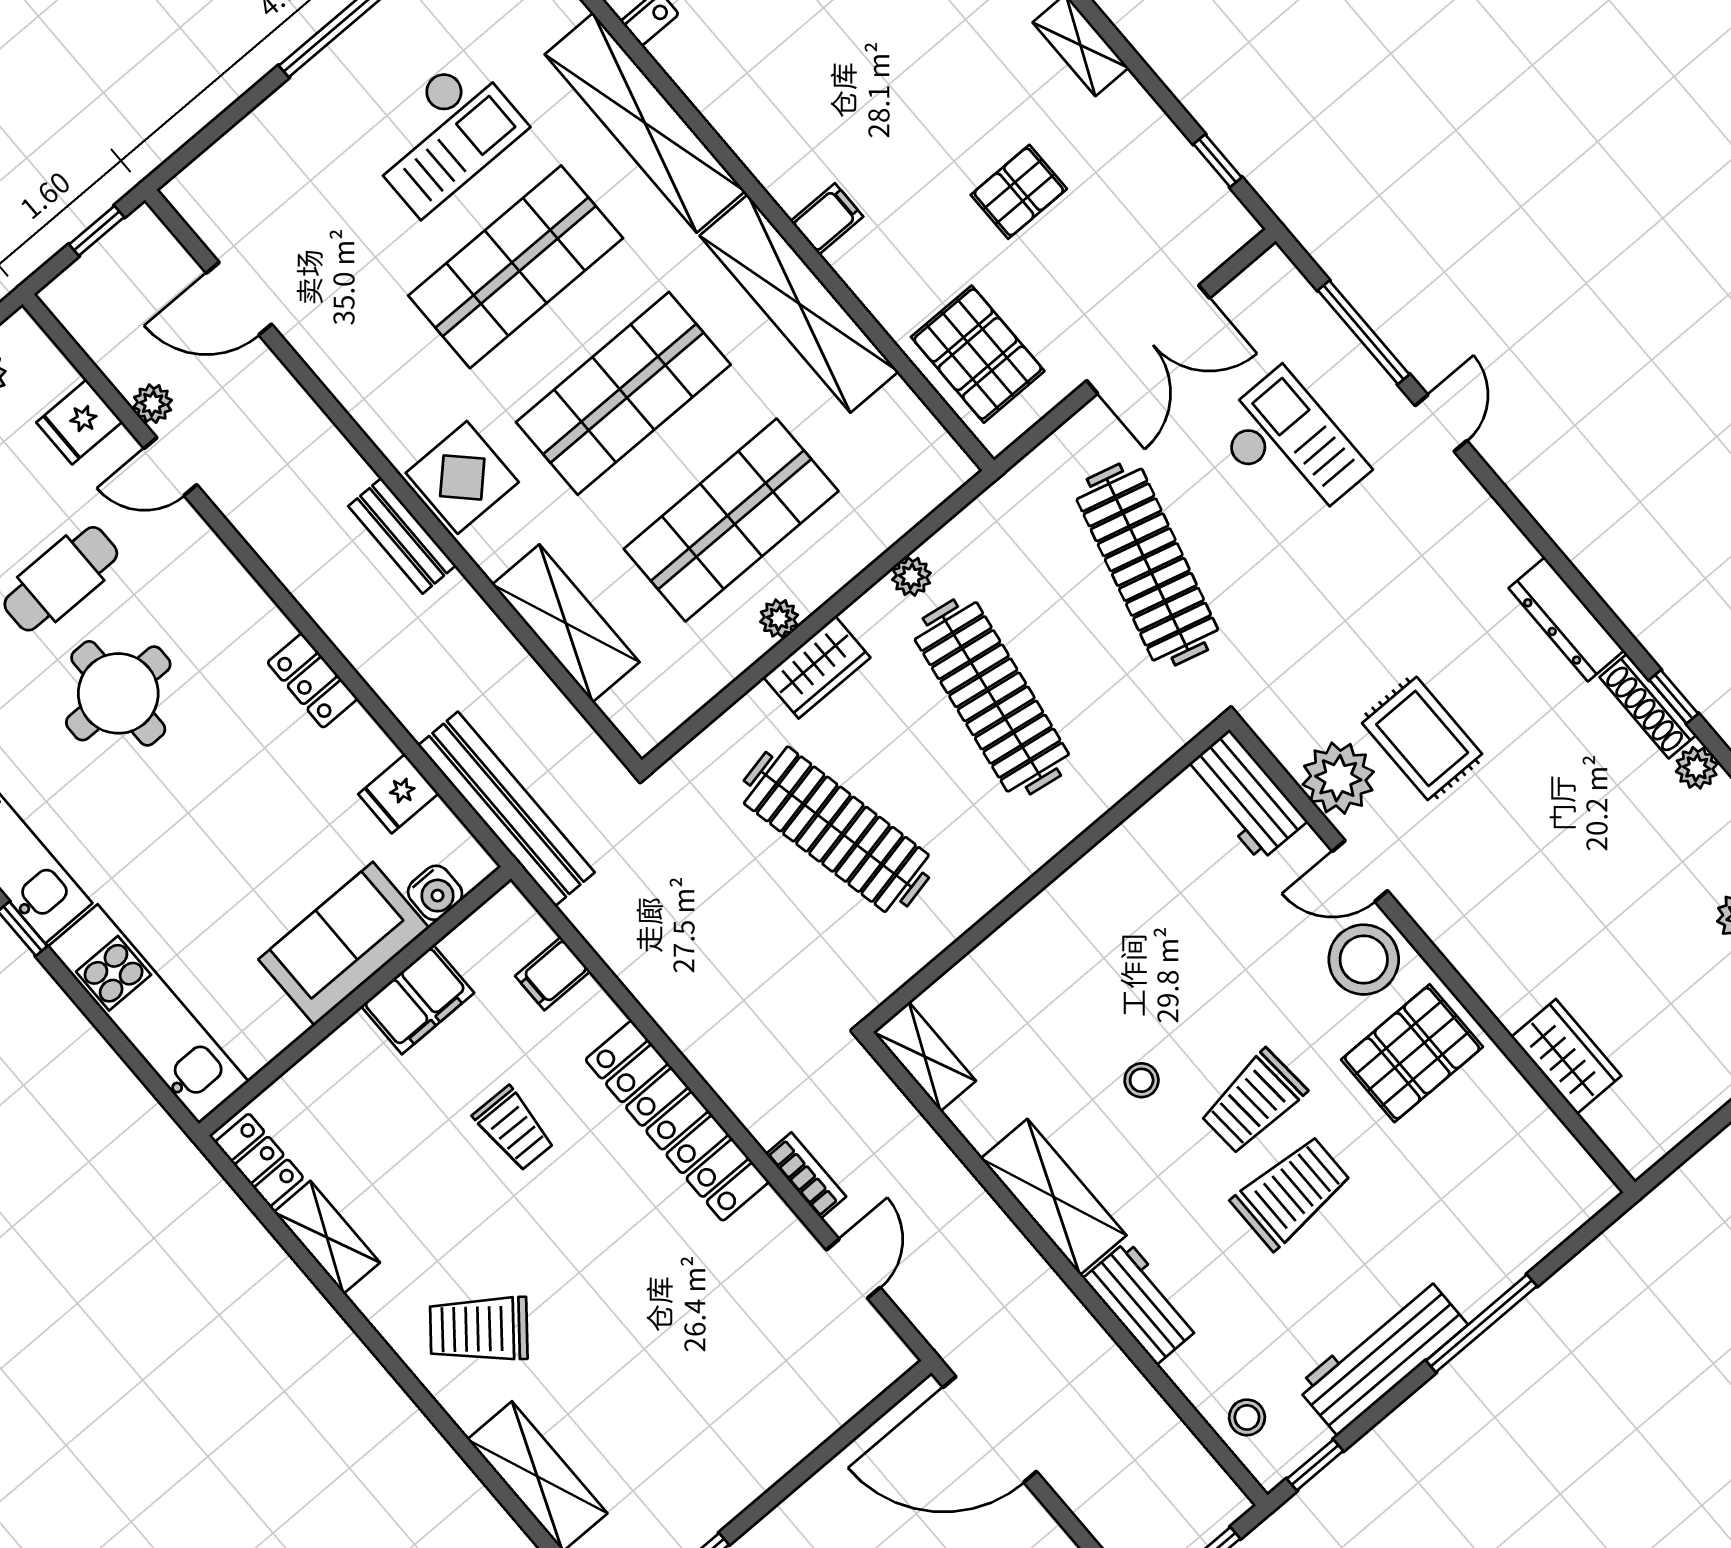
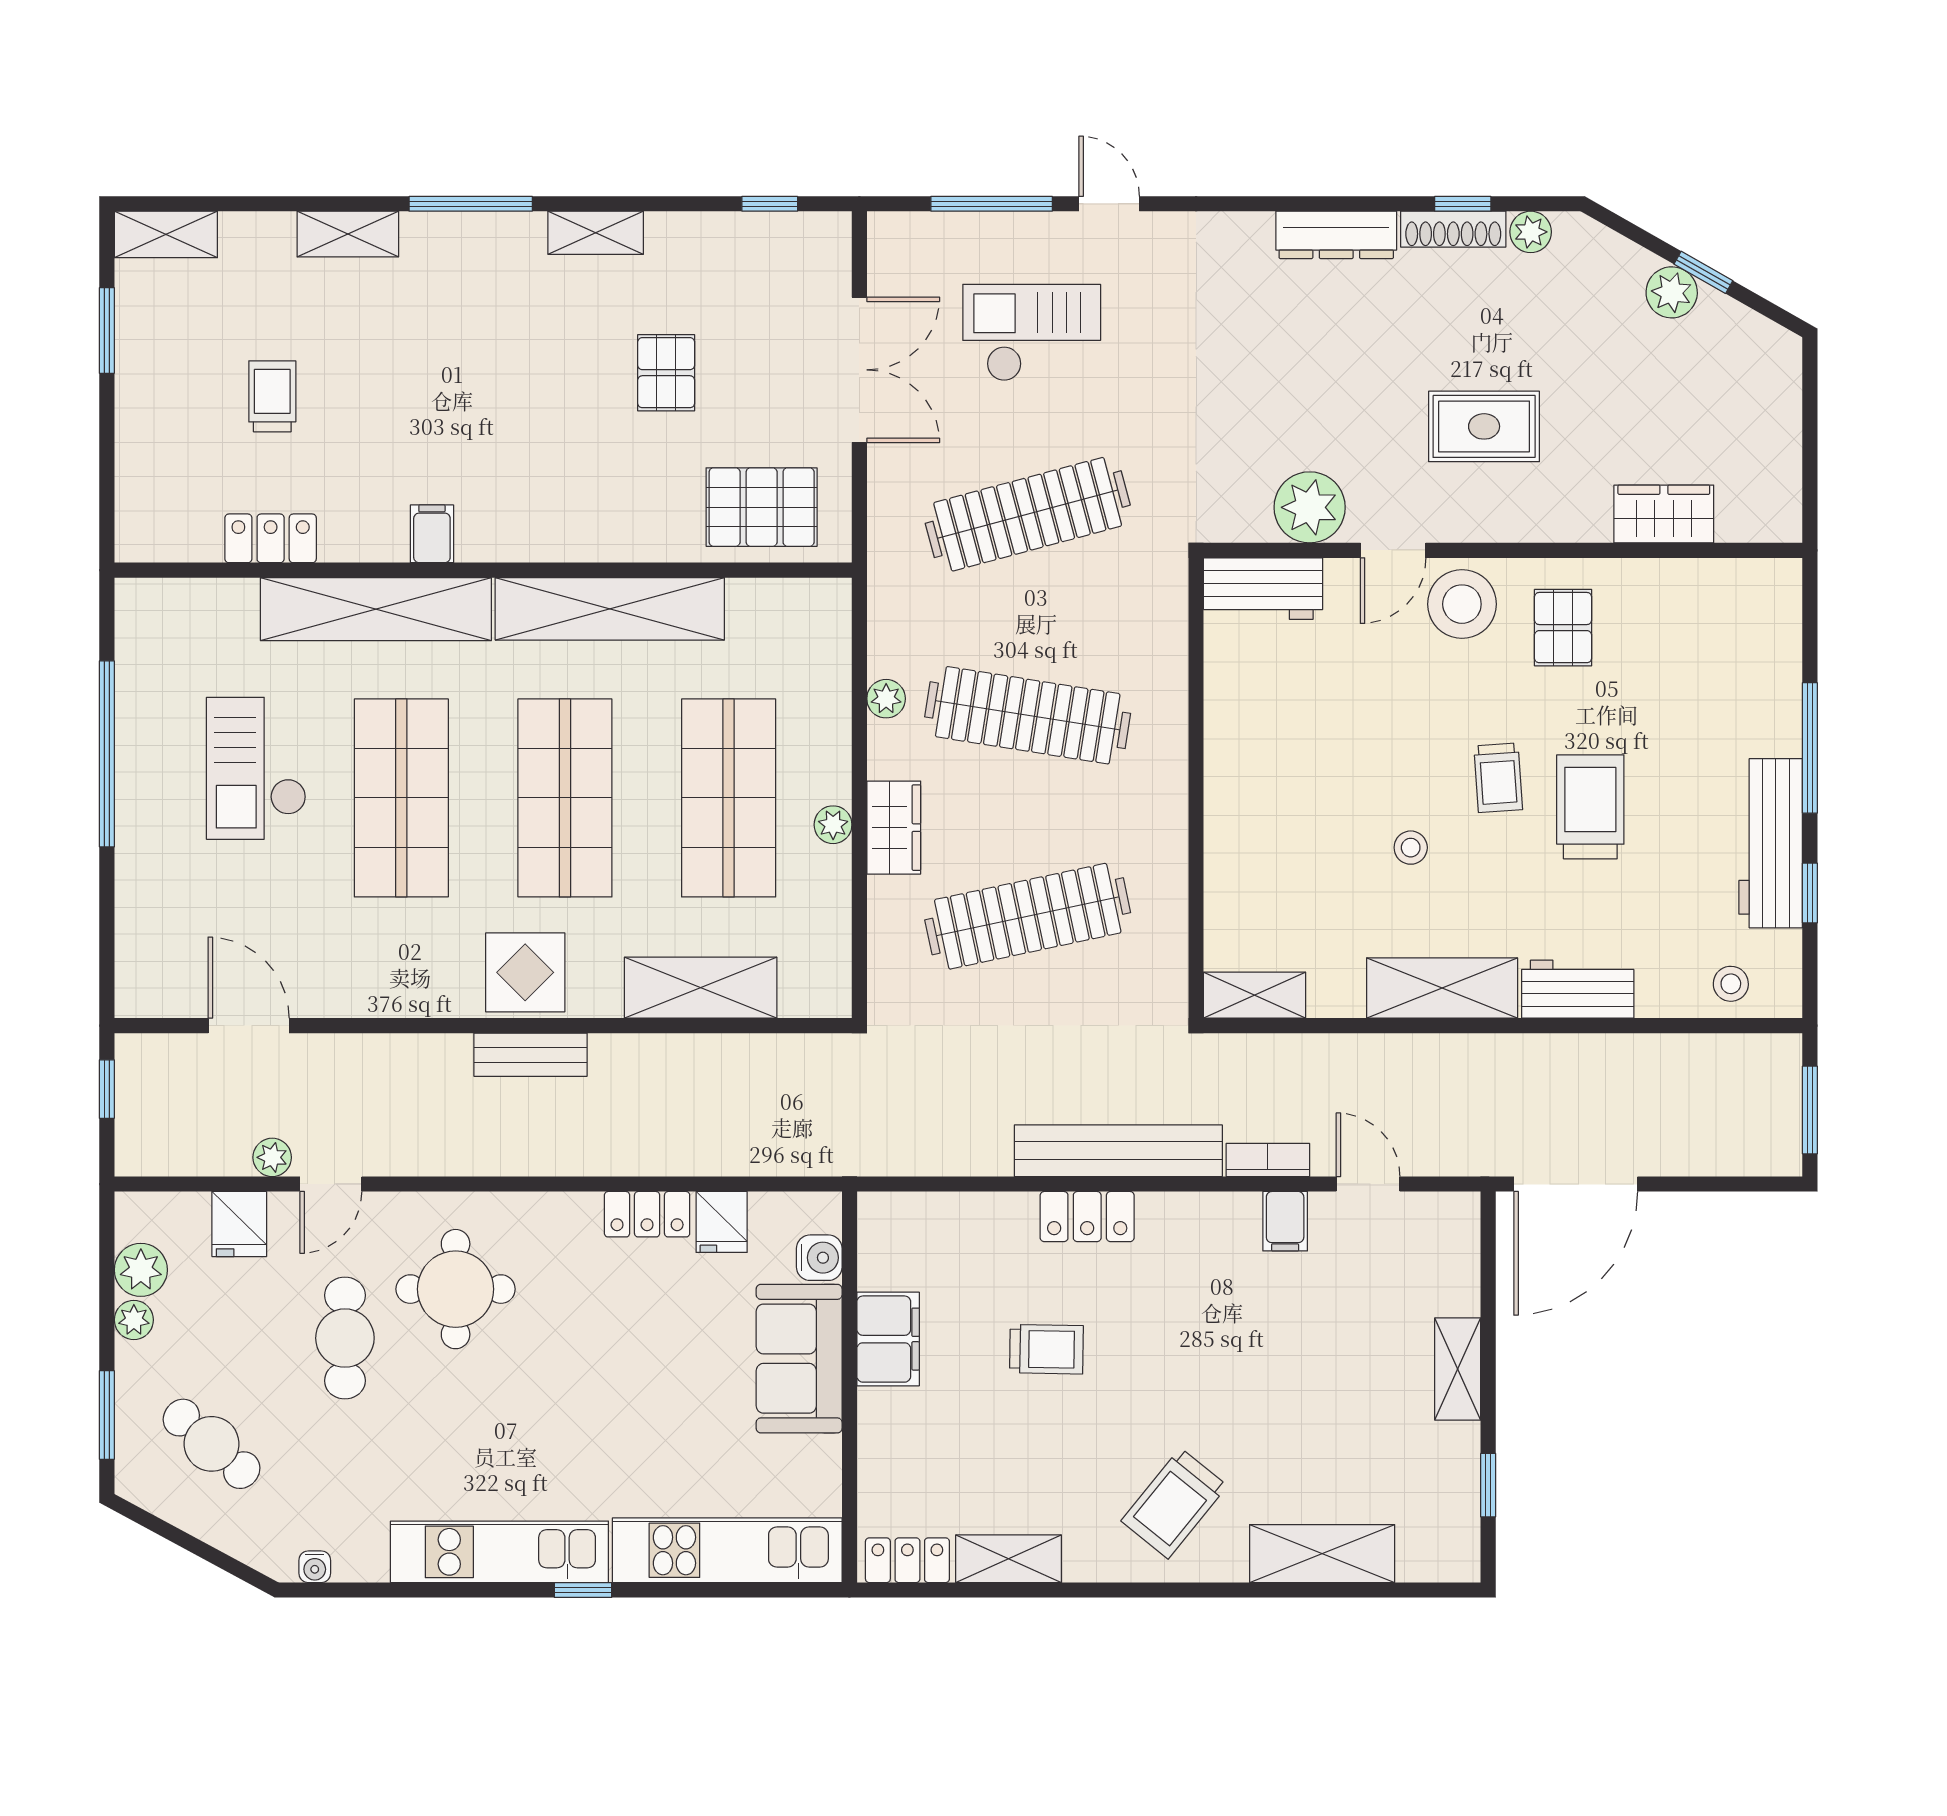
checkout: (443, 135) -> (256, 768), turned 180
filing cabinet: (827, 219) -> (432, 534), moved
door: (239, 299) -> (249, 1026), swing flipped
clothes rail: (1147, 565) -> (1028, 514), turned -30
locker: (312, 681) -> (647, 1214), moved
round table: (118, 693) -> (456, 1289), moved
rug: (1422, 738) -> (1484, 426), moved
bench: (506, 809) -> (1118, 1151), moved
filing cabinet: (553, 974) -> (1285, 1221), moved
pallet: (1412, 1053) -> (1563, 628), width x0.67, depth x0.71
trolley: (1253, 1102) -> (1498, 778), width x0.73, depth x0.72
locker: (677, 1121) -> (1087, 1217), width x0.46, depth x0.83
shelving: (769, 1460) -> (1458, 1369), added
window: (1315, 1465) -> (1810, 893), moved

